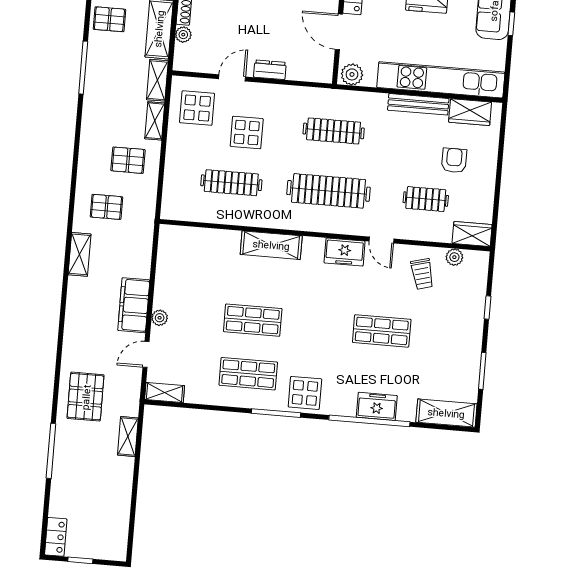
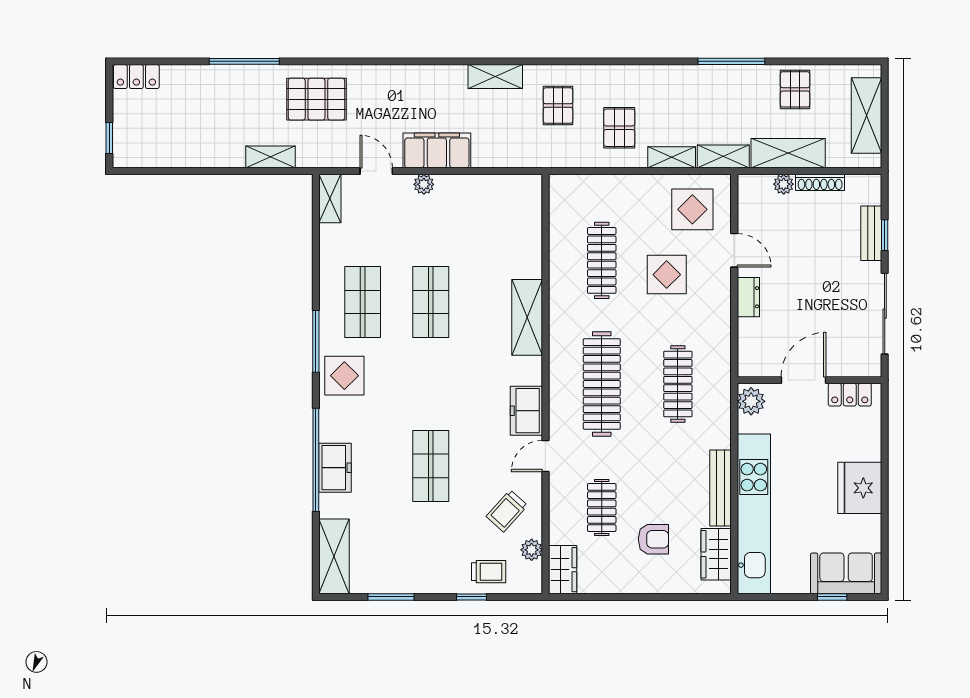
trolley: (422, 274) -> (507, 511), turned -33
trolley: (469, 292) -> (489, 572), added
window: (80, 560) -> (109, 138), moved

